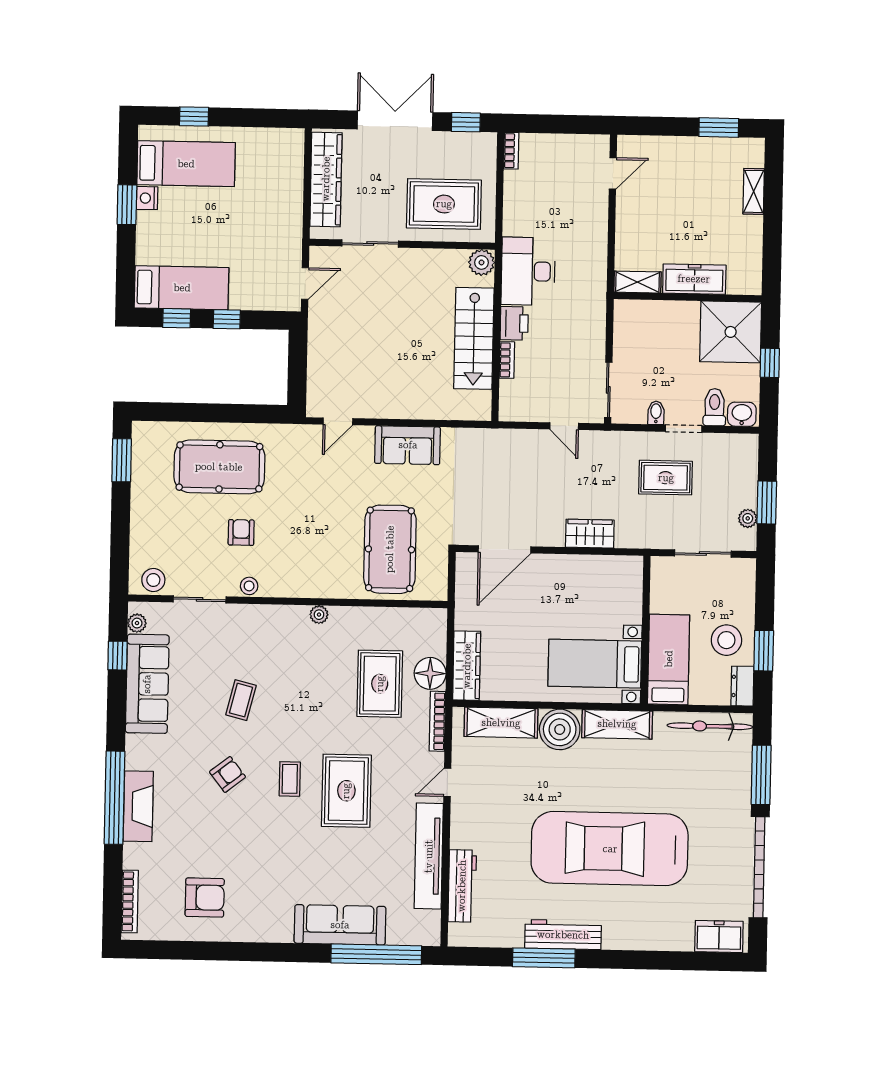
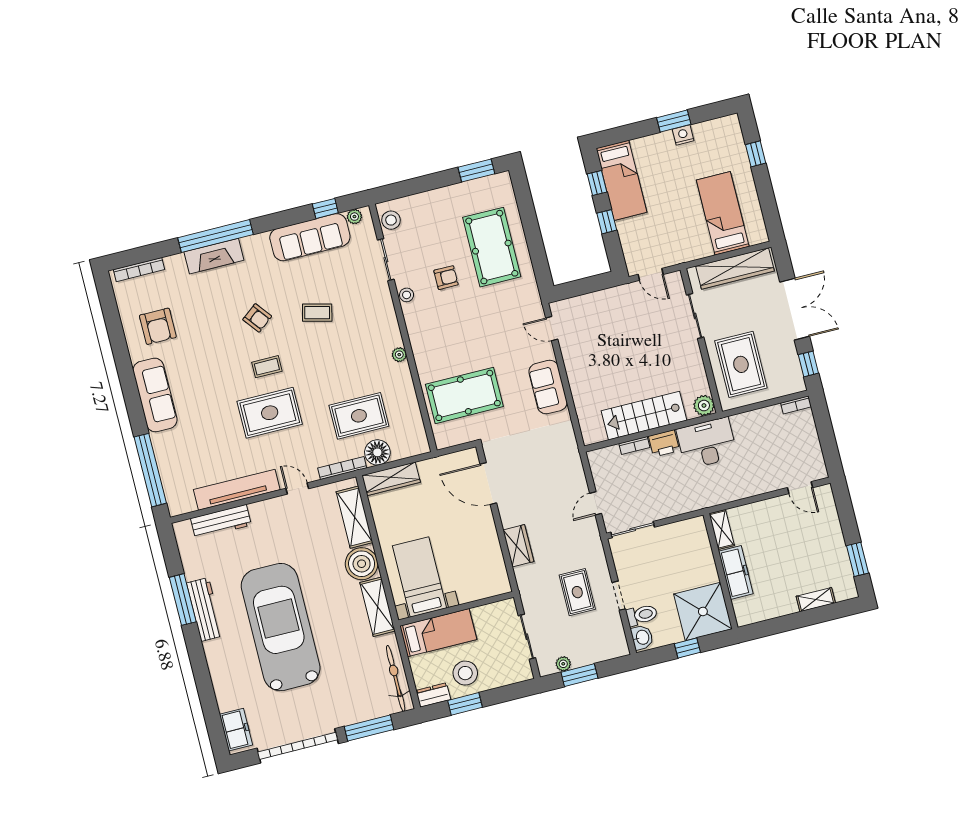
bed: (186, 164) -> (723, 213), moved, turned 180
bidet: (656, 413) -> (625, 571), removed
sofa: (340, 925) -> (155, 395), moved

